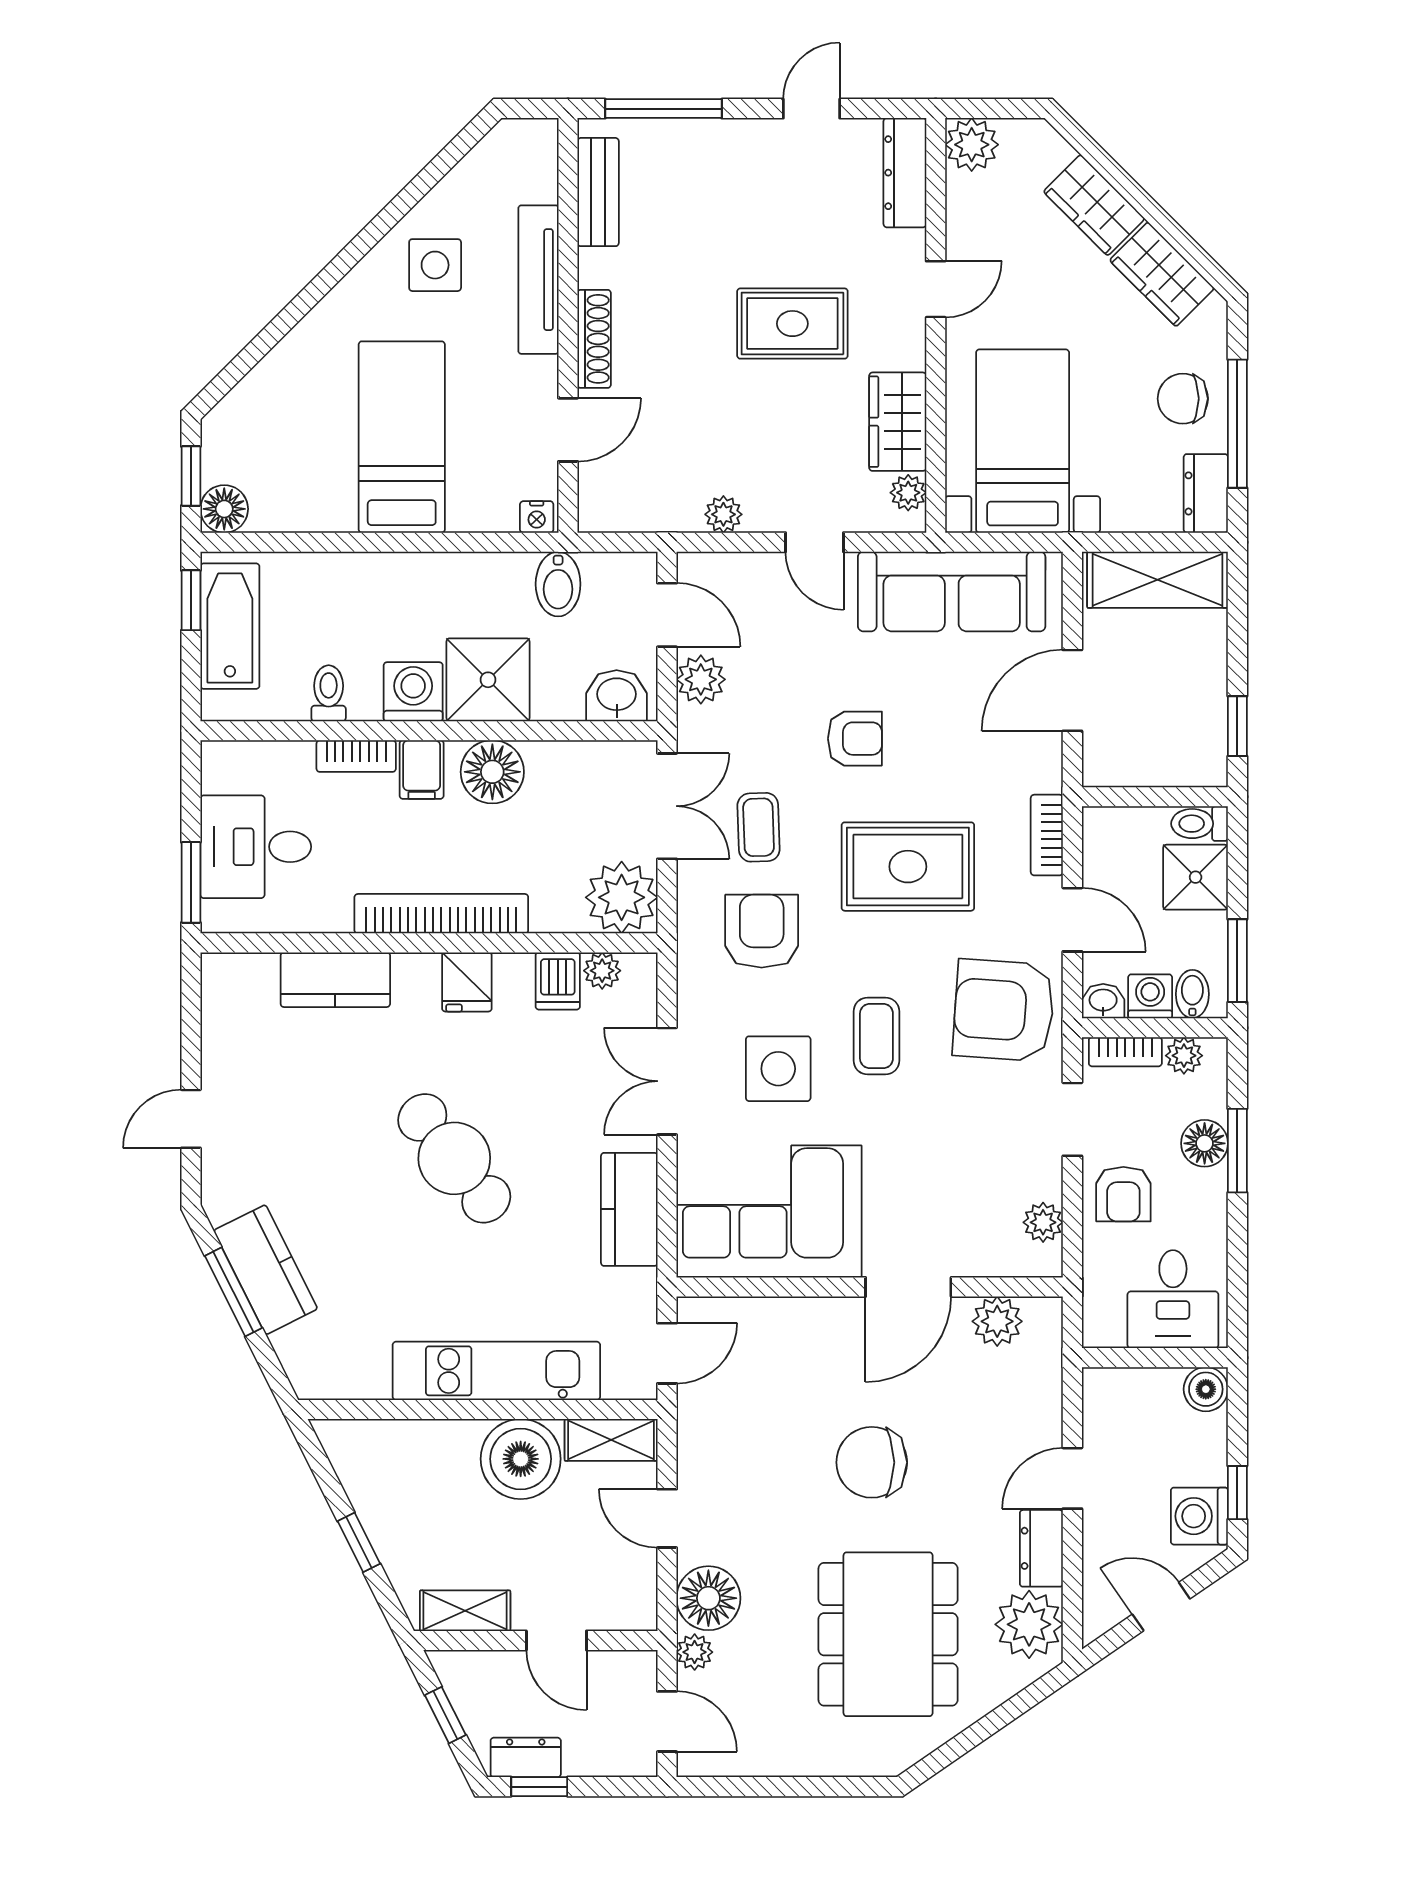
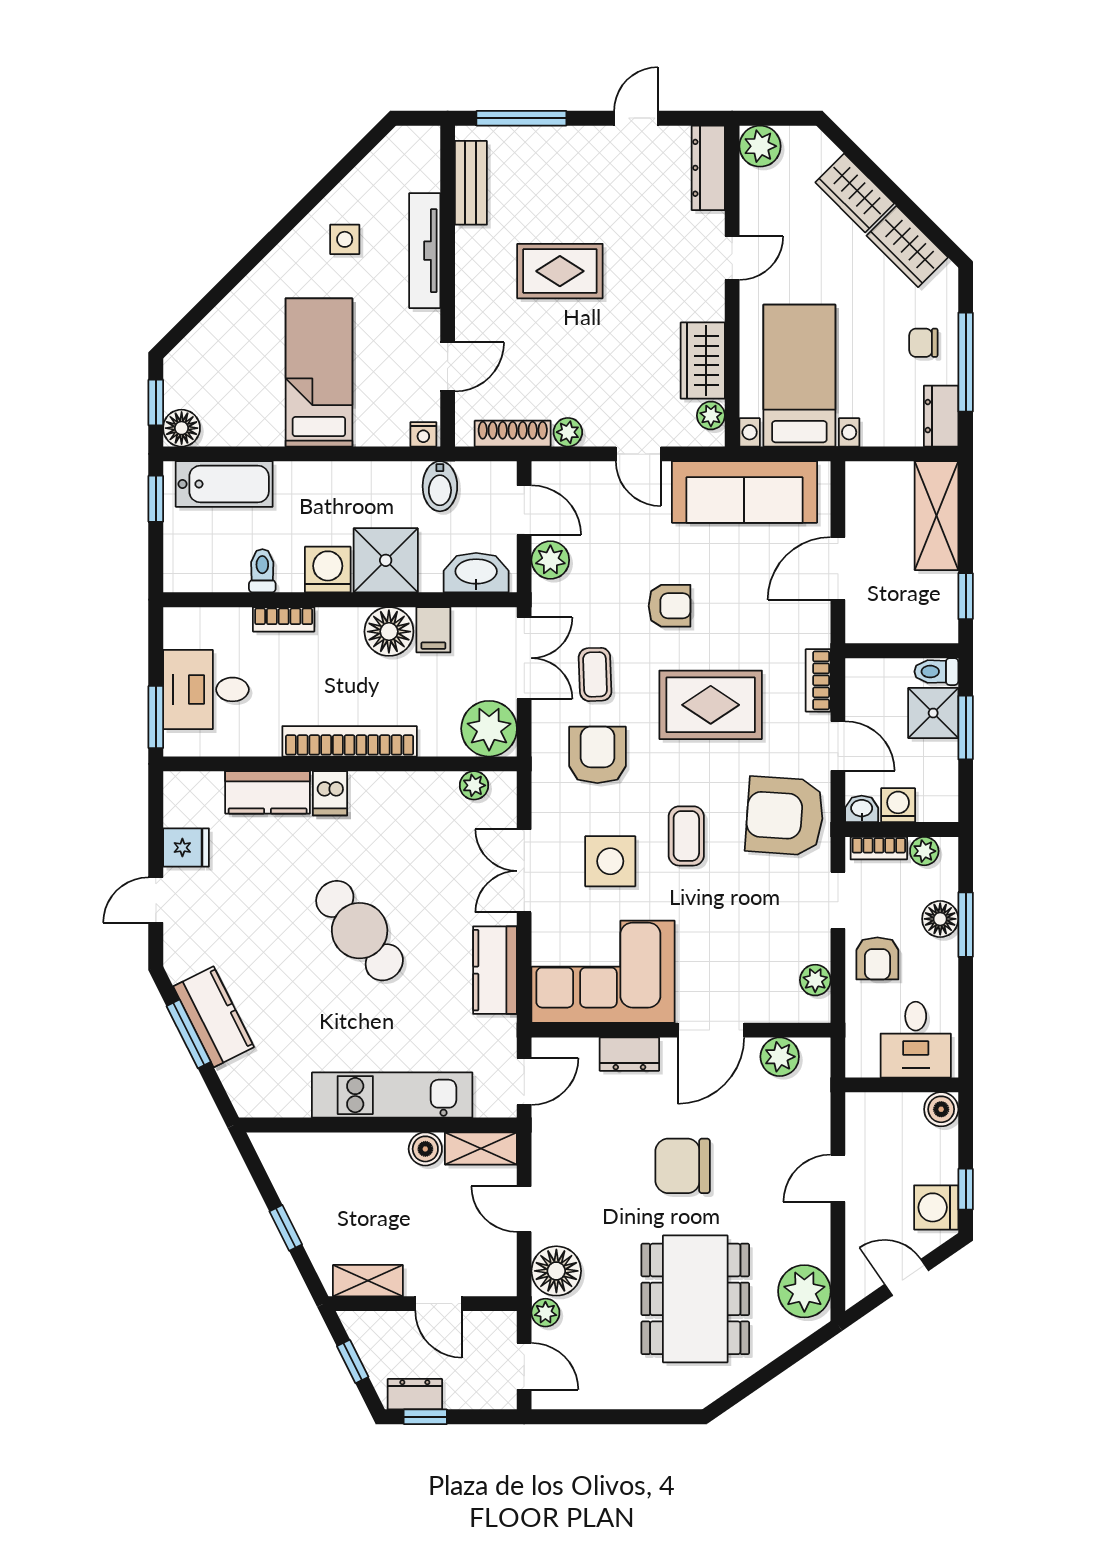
side table: (435, 265) -> (345, 239), width x0.73, depth x0.73
rug: (792, 324) -> (560, 271), moved
shoe rack: (594, 339) -> (513, 434), moved, turned -90
chair: (1183, 399) -> (923, 343), width x0.73, depth x0.73
shelving: (1157, 580) -> (936, 516), moved, turned 90
bathtub: (230, 626) -> (224, 484), moved, turned 90
washbasin: (617, 696) -> (476, 573), width x1.38
filing cabinet: (422, 770) -> (433, 630), moved
window: (1237, 961) -> (966, 728), moved
dishwasher: (558, 981) -> (330, 793), moved
fridge: (467, 982) -> (186, 848), moved, turned -90
bidet: (1192, 994) -> (931, 803), removed
boiler: (521, 1459) -> (425, 1149), width x0.54, depth x0.54
dresser: (1041, 1548) -> (629, 1054), moved, turned -90

